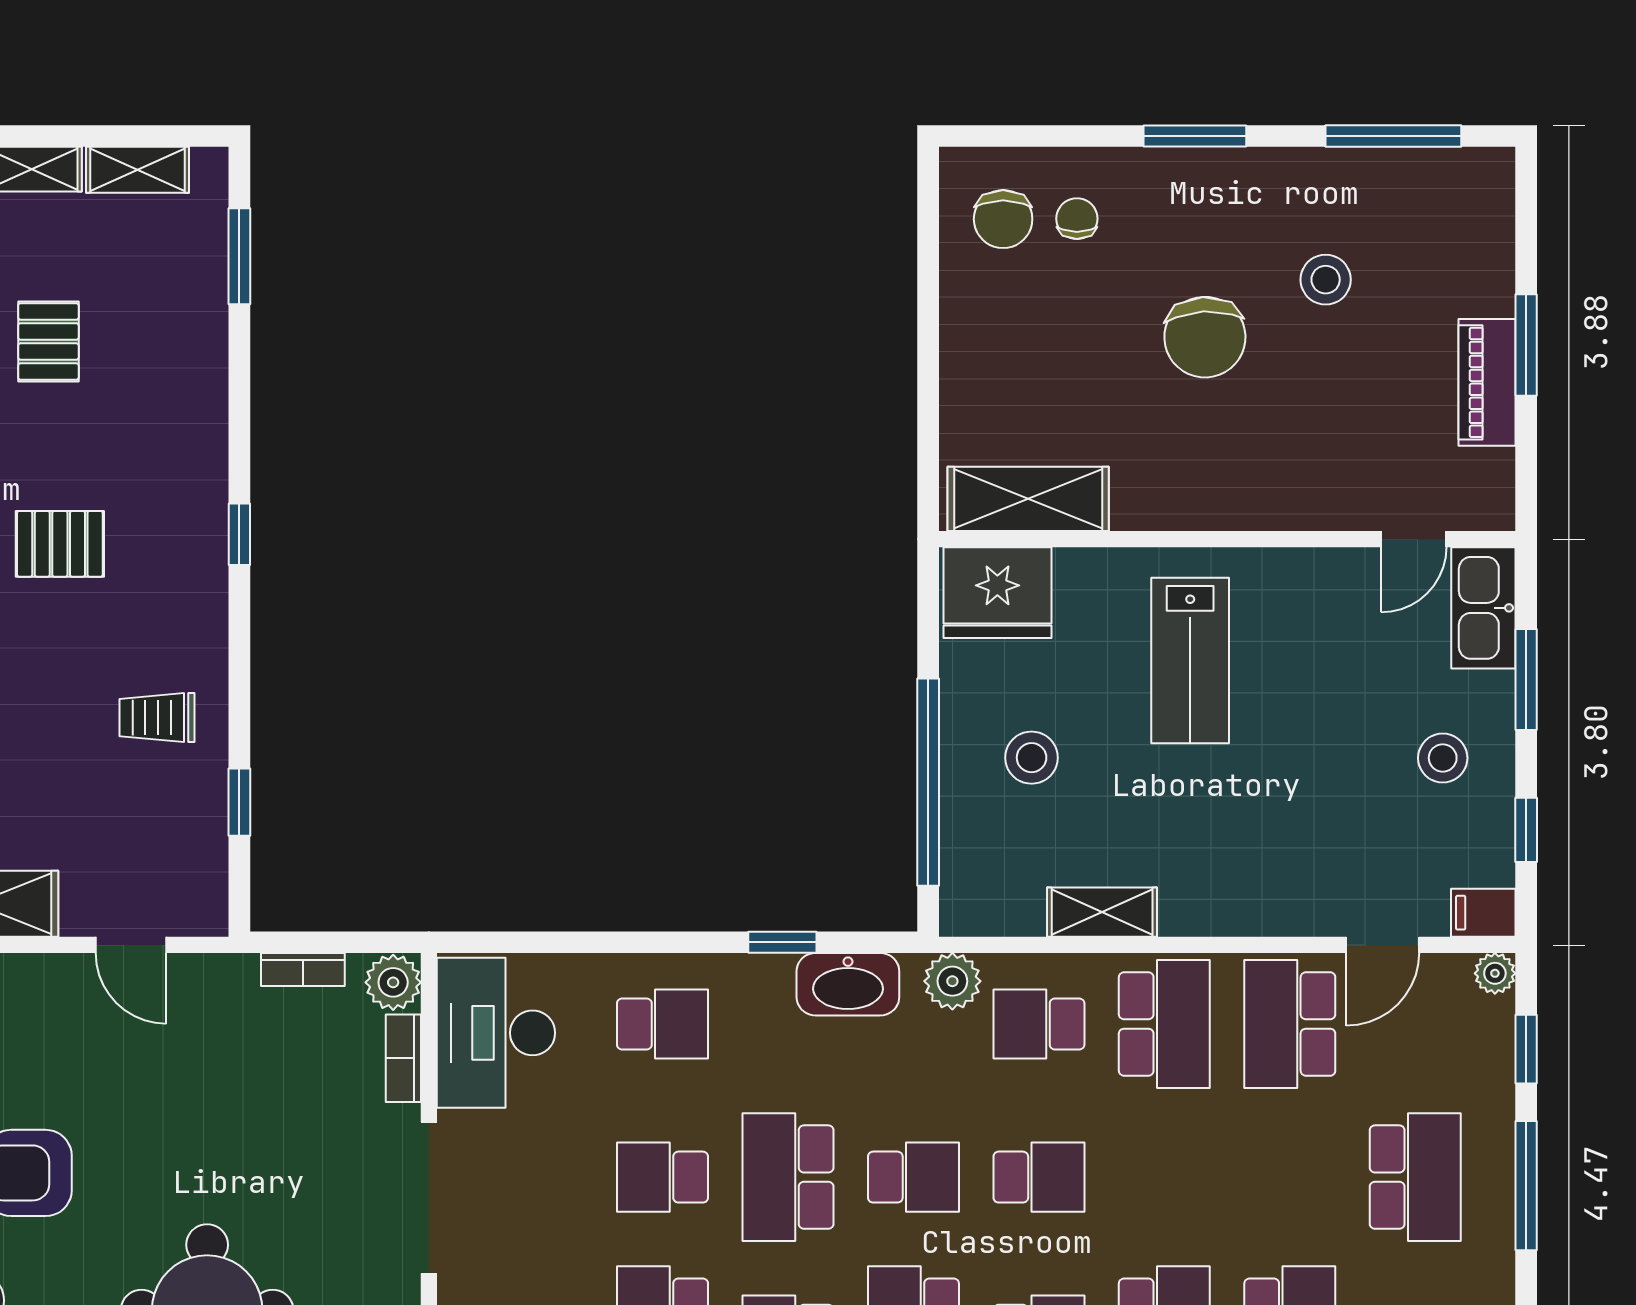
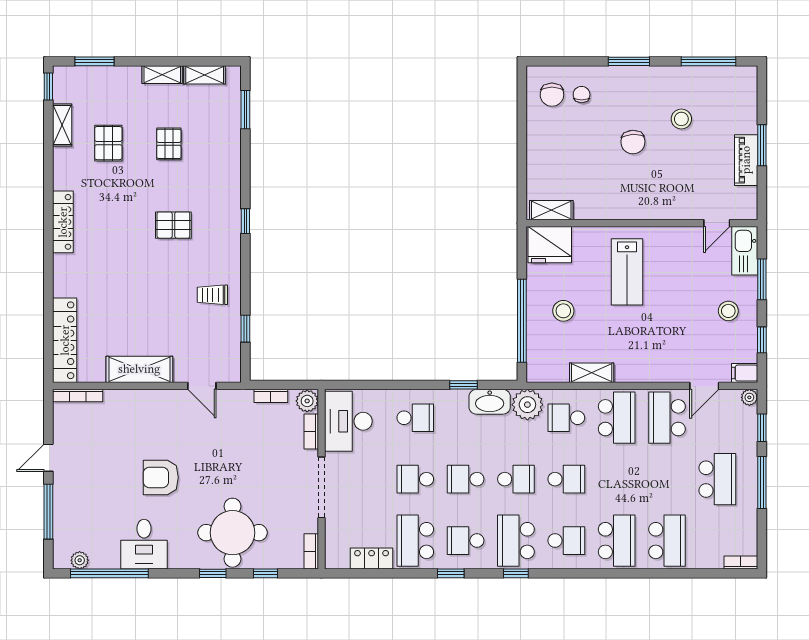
chair: (1205, 337) -> (633, 142), width x0.73, depth x0.73
shelving: (1028, 499) -> (551, 210), width x0.67, depth x0.75
plant: (952, 981) -> (527, 405), width x1.36, depth x1.36
school desk: (788, 1177) -> (466, 479), width x0.54

